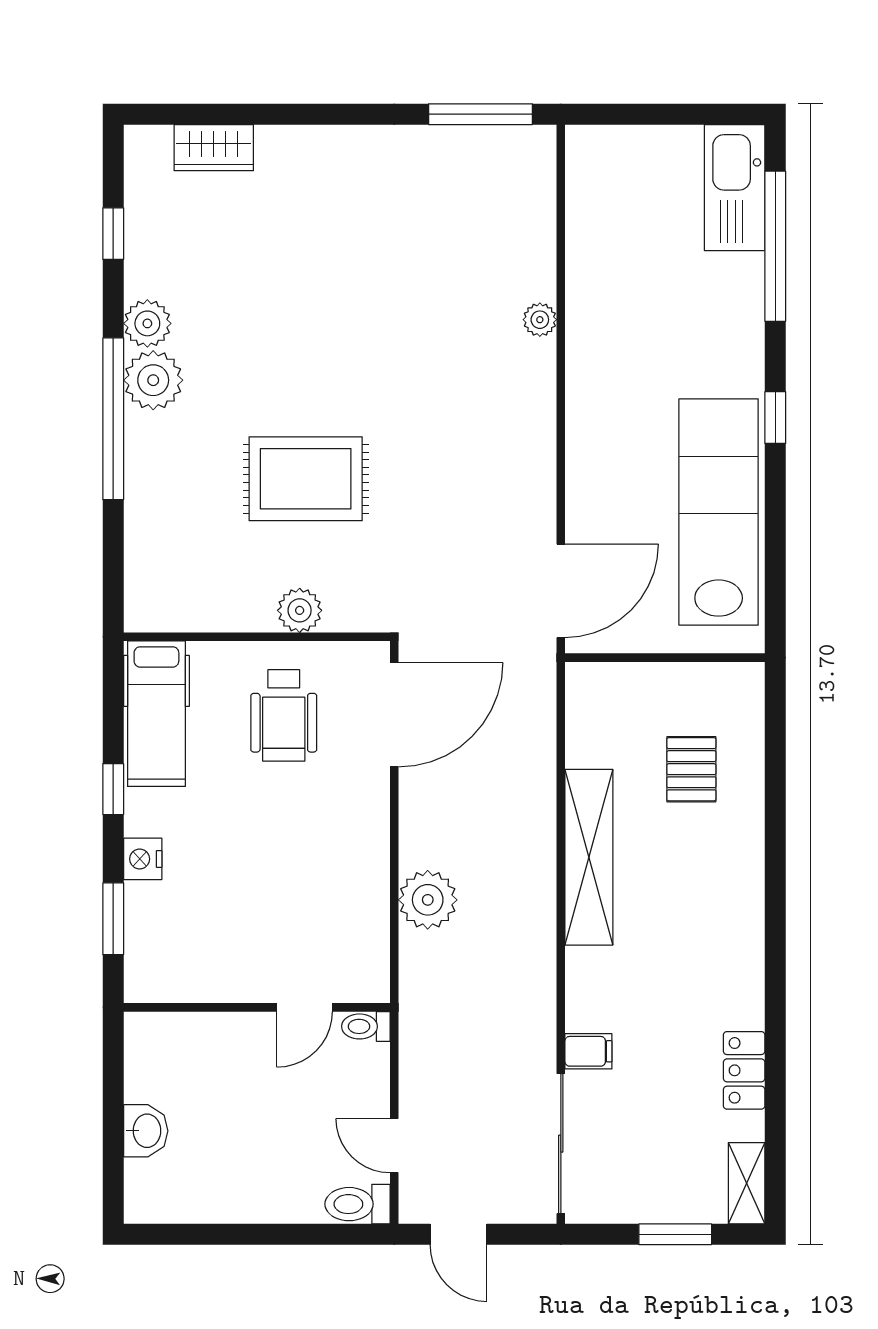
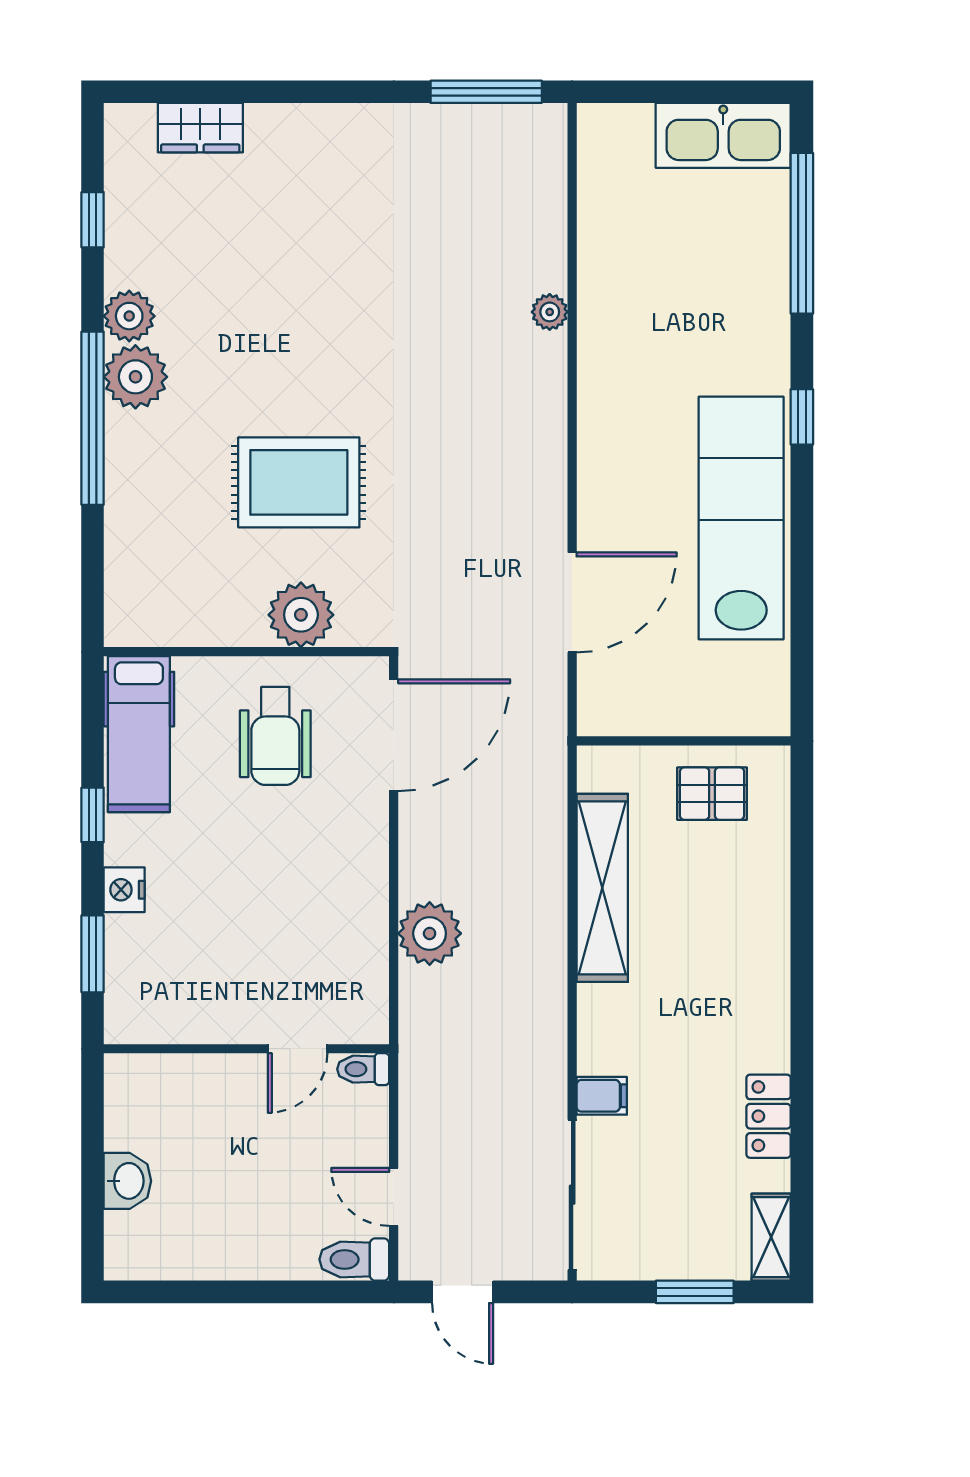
kitchen sink: (735, 188) -> (723, 135), moved, turned -90
plant: (300, 610) -> (301, 615), width x1.36, depth x1.36
wall: (665, 658) -> (684, 741), moved
pallet: (691, 769) -> (712, 794), turned 90

